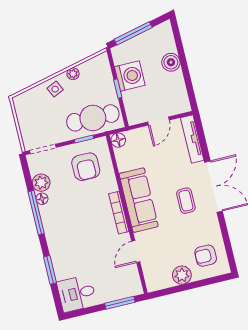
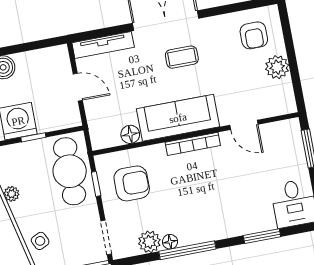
side table: (55, 89) -> (40, 241), moved
floor lamp: (118, 140) -> (130, 134), moved

